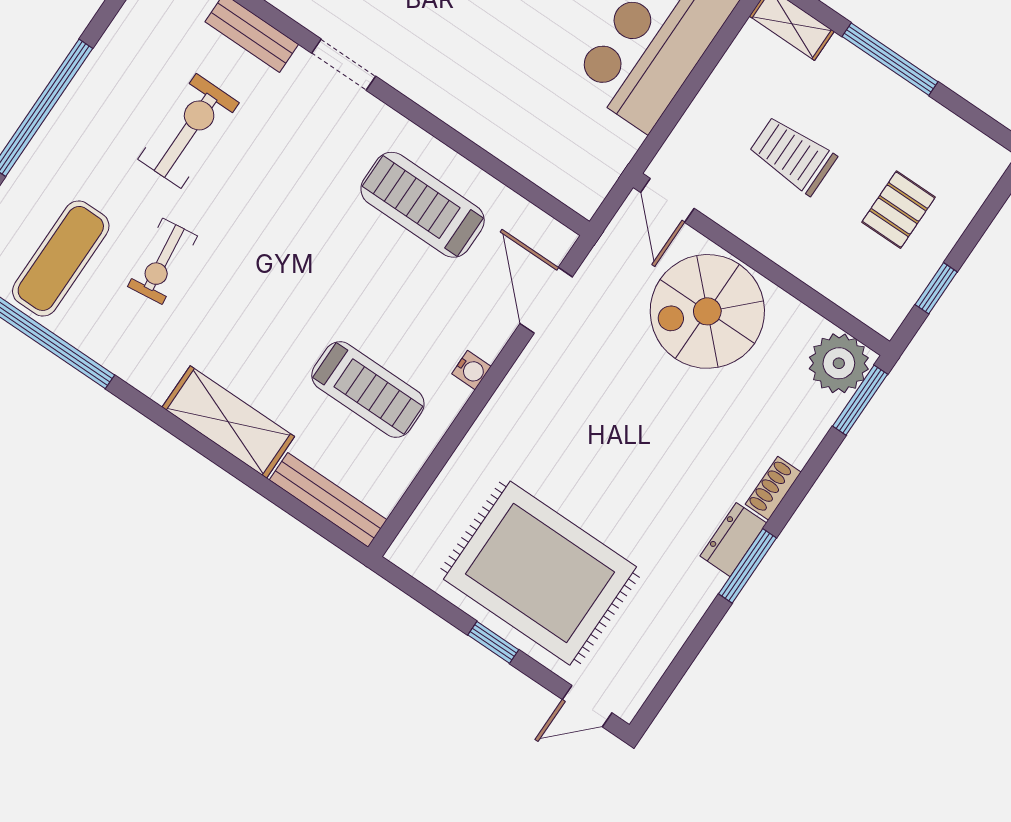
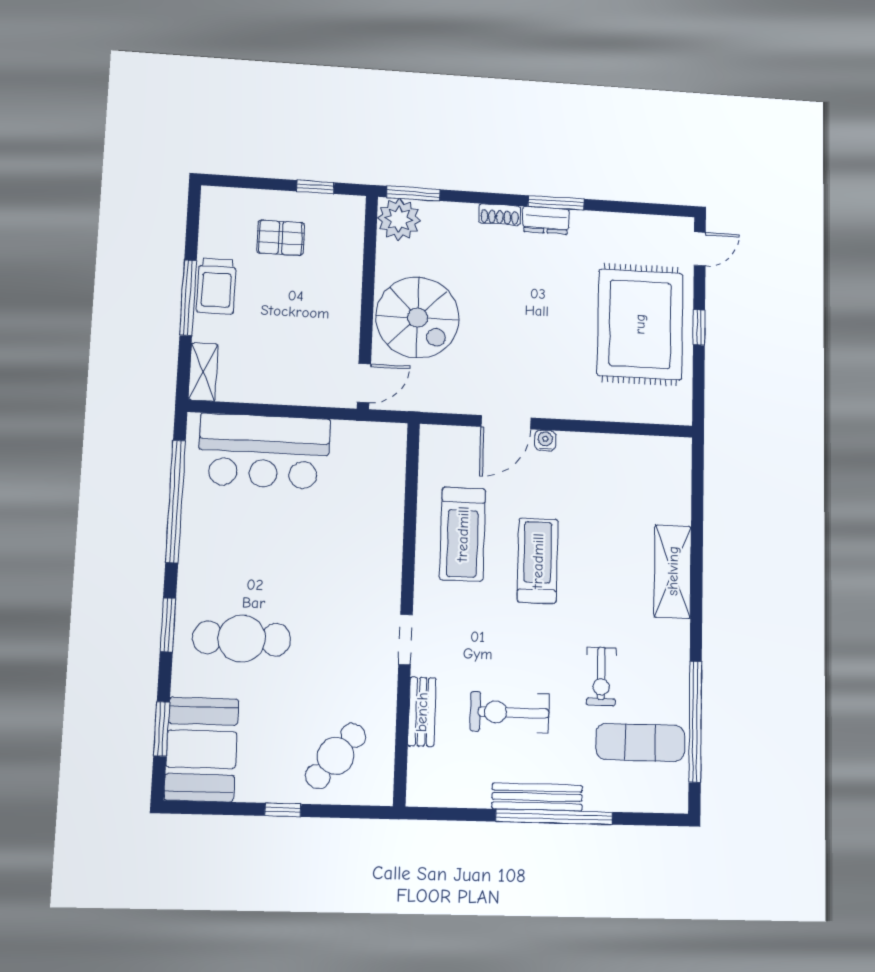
trolley: (793, 155) -> (216, 286), moved
exercise bike: (162, 261) -> (601, 676), turned 97
door: (546, 300) -> (506, 422), moved
treadmill: (368, 389) -> (538, 561), moved
bench: (328, 500) -> (537, 797), moved, turned 90
door: (587, 706) -> (700, 249), hinge flipped

